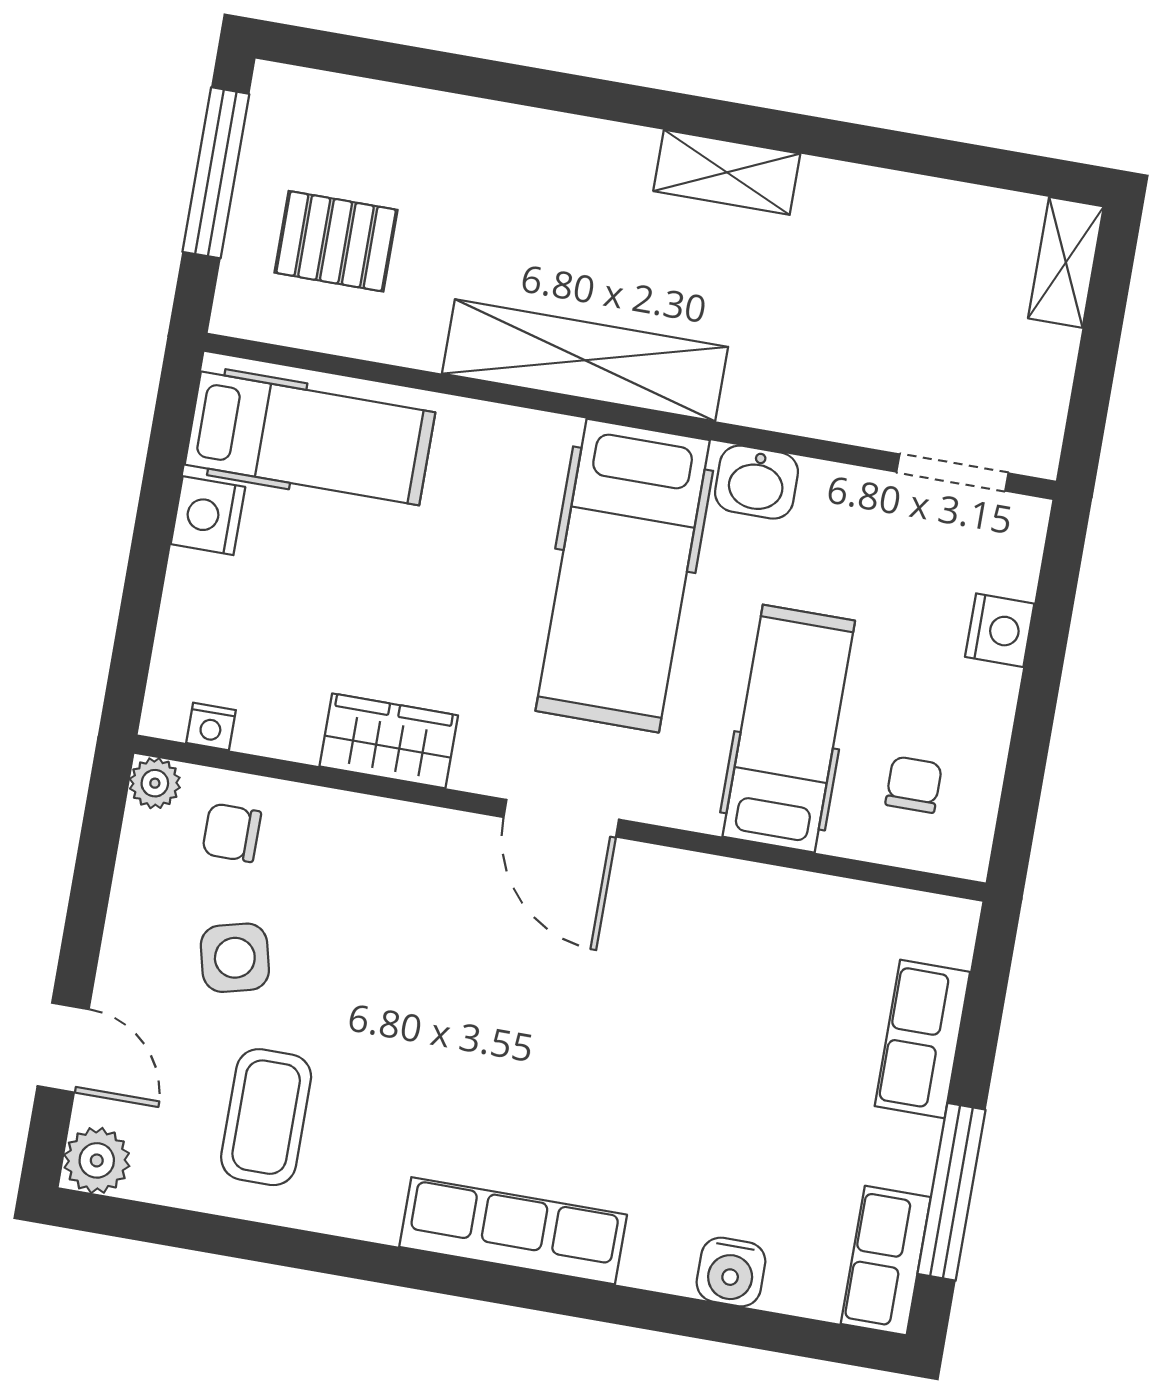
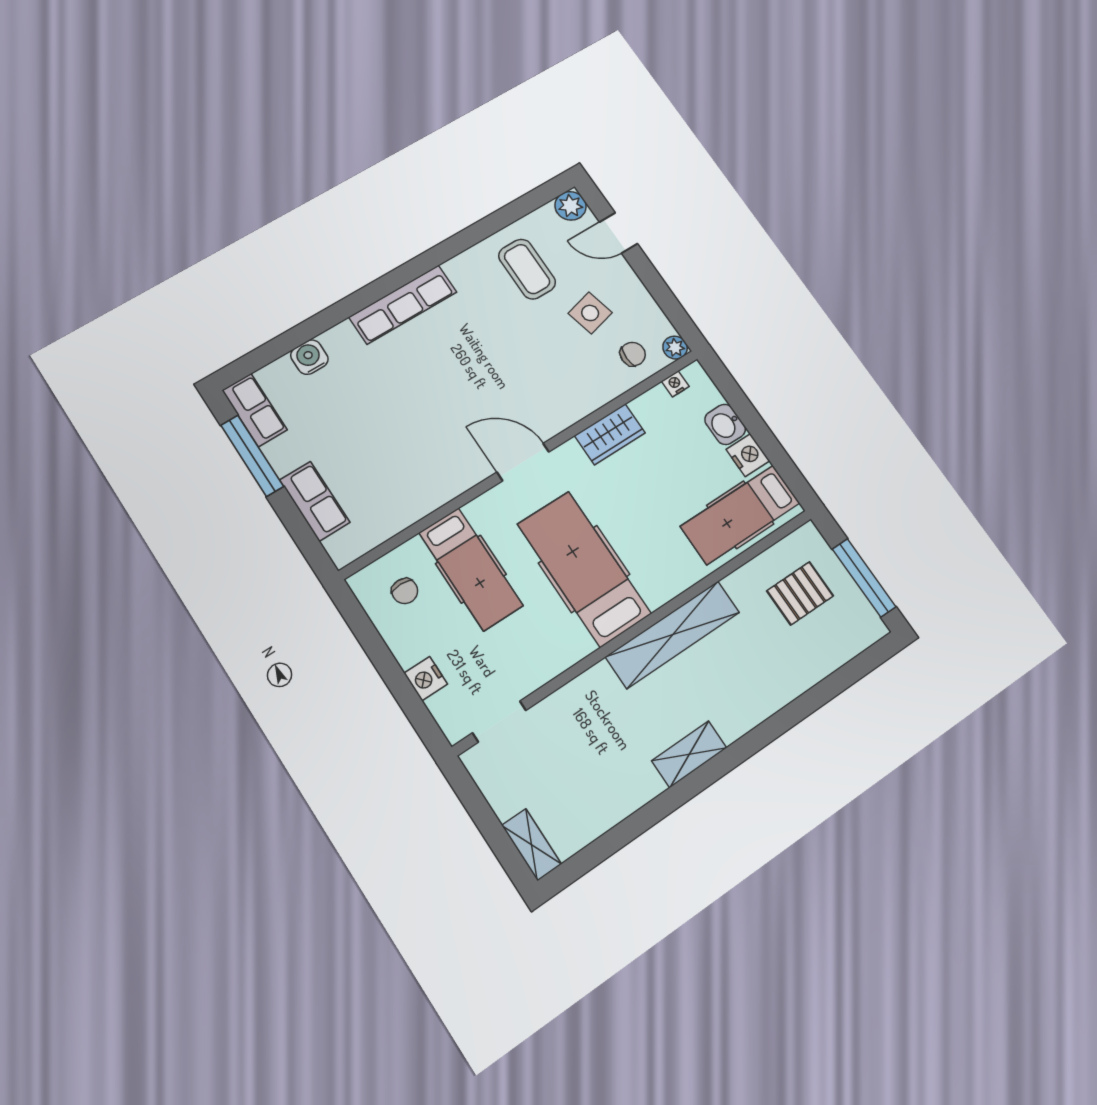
washbasin: (756, 482) -> (725, 424), moved, turned -90

